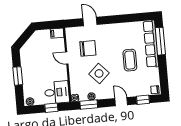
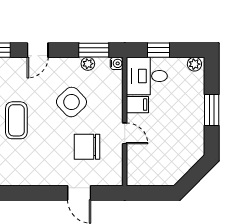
filing cabinet: (57, 33) -> (137, 105), moved
door: (121, 102) -> (38, 50), hinge flipped

